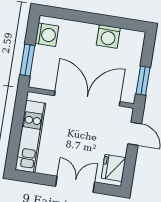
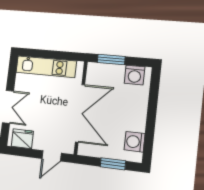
washing machine: (108, 37) -> (135, 142), moved
window: (143, 81) -> (113, 164), moved

